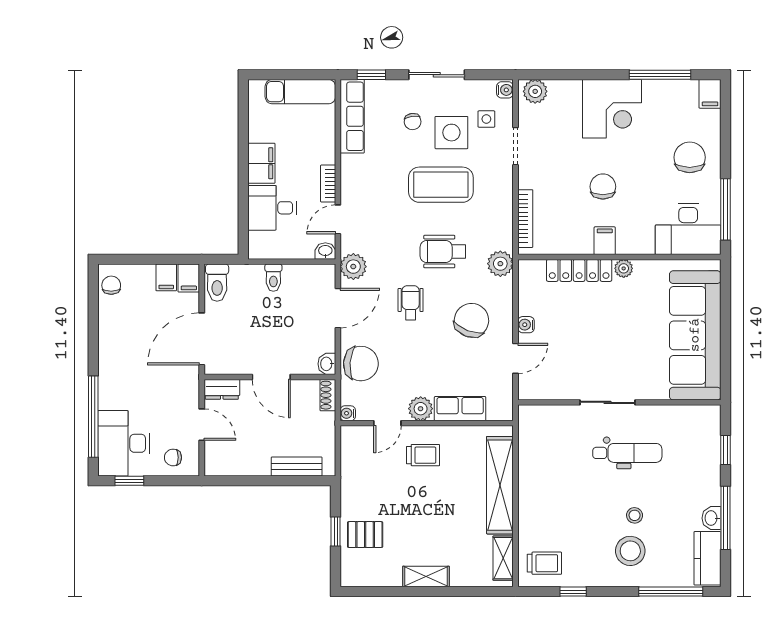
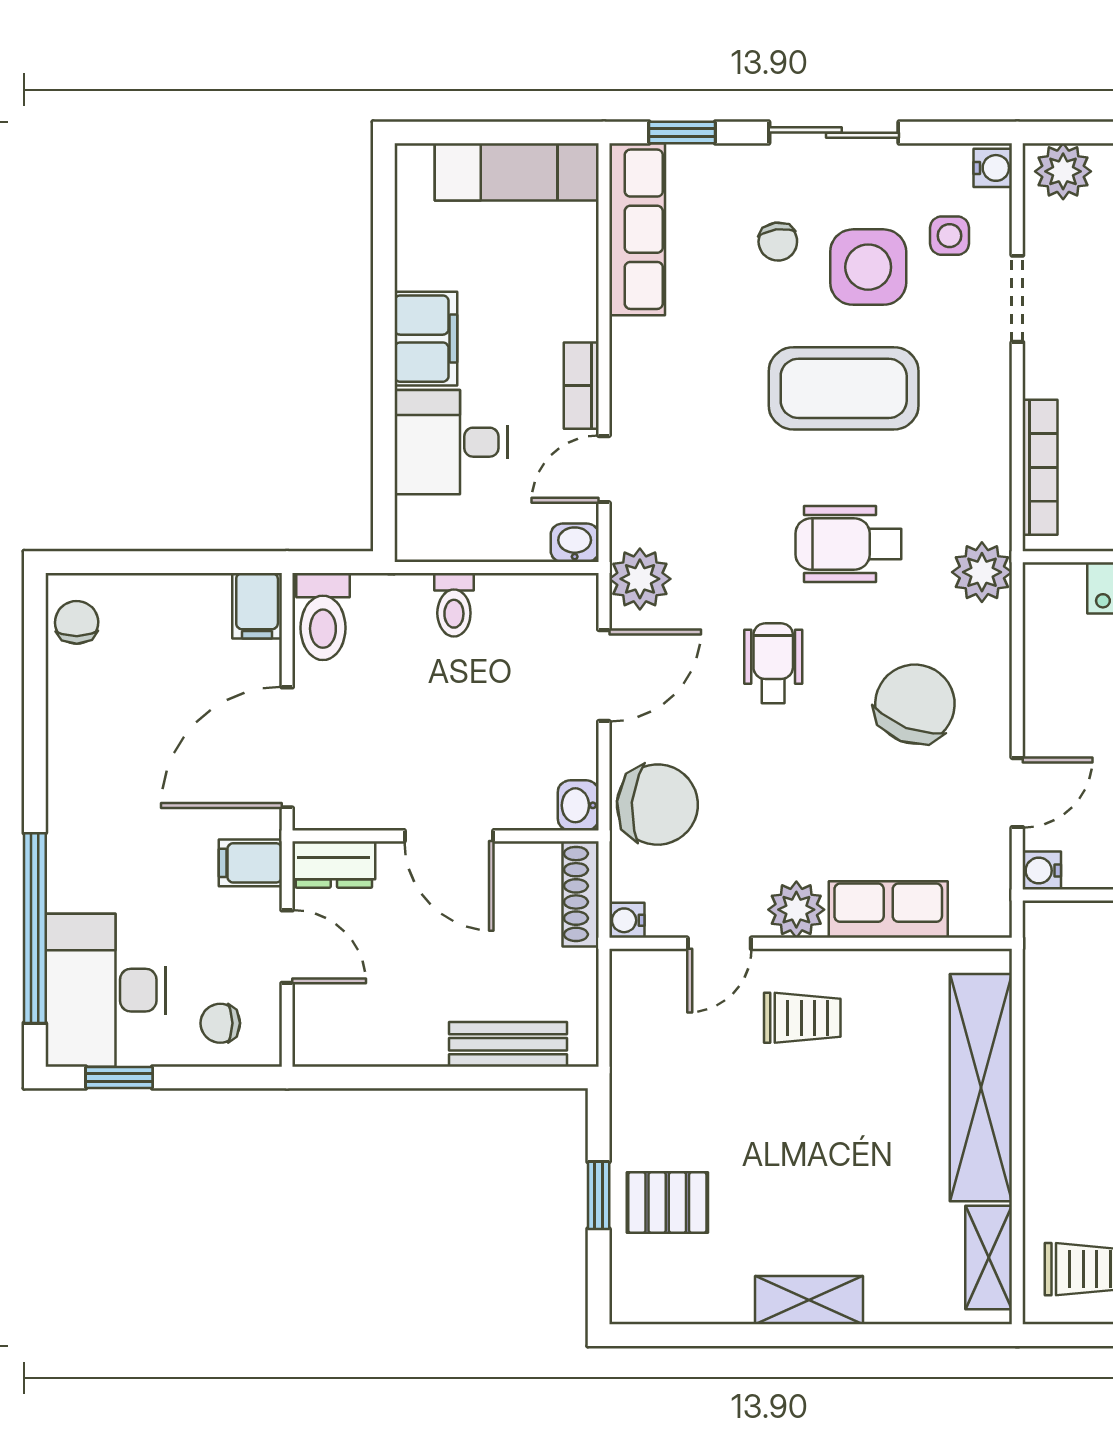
filing cabinet: (166, 277) -> (250, 863), moved, turned 90
water cooler: (526, 325) -> (1042, 871), moved
shoe rack: (328, 395) -> (581, 894), width x1.43

